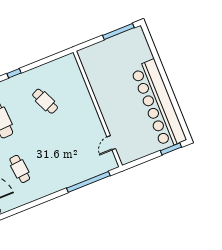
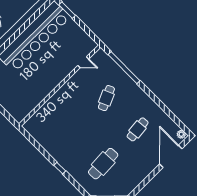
cafe table: (45, 101) -> (106, 98), moved

